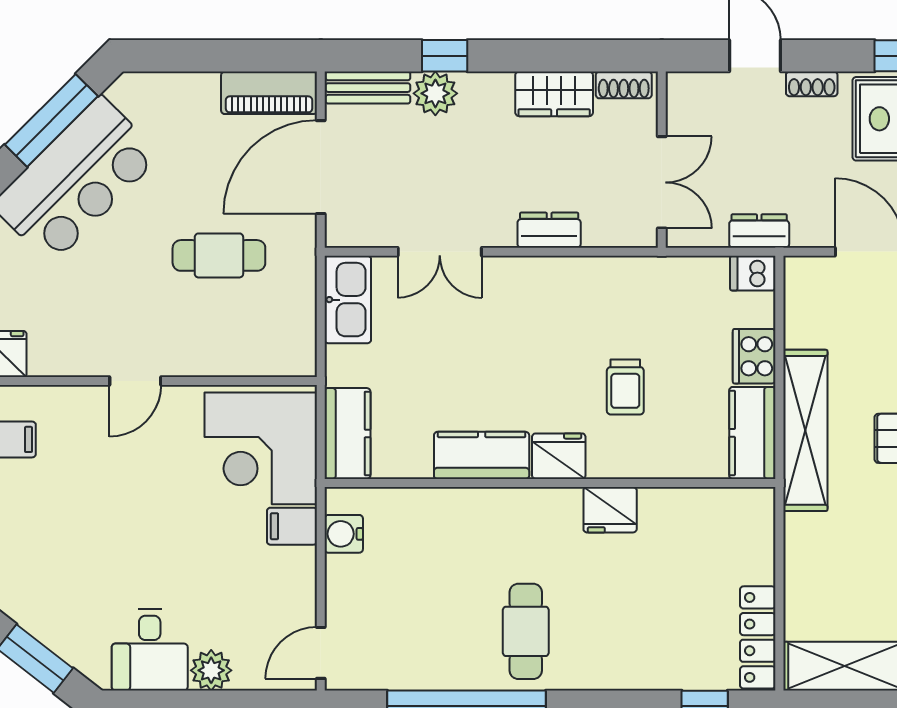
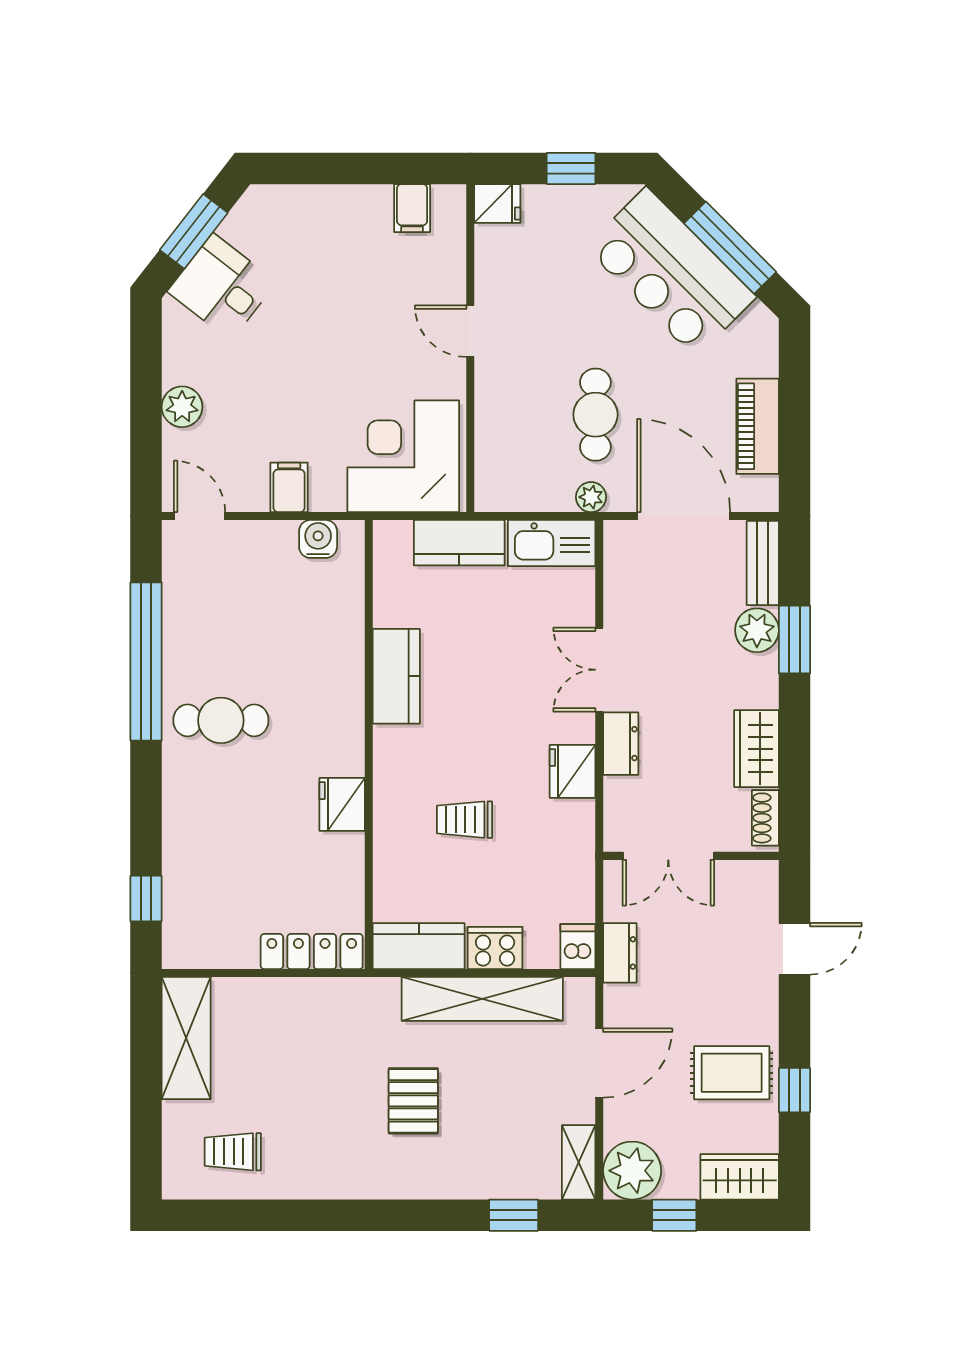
window: (445, 56) -> (794, 640), width x1.50
shoe rack: (812, 84) -> (766, 1005), removed
piano: (269, 93) -> (758, 426), moved
double door: (440, 252) -> (599, 670), moved
plant: (302, 260) -> (591, 497), added
shelving: (805, 430) -> (482, 999), moved
kitchen counter: (347, 433) -> (459, 543), moved
fridge: (559, 456) -> (572, 771), moved, turned 180
filing cabinet: (292, 526) -> (289, 487), moved
locker: (758, 637) -> (312, 952), moved
desk: (150, 650) -> (222, 287), moved, turned 38

